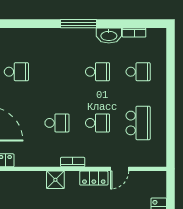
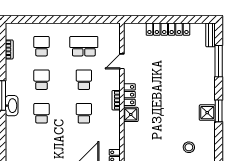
washbasin: (109, 35) -> (12, 106), moved
school desk: (16, 72) -> (42, 113), moved
door: (120, 169) -> (122, 61), swing flipped
locker: (94, 178) -> (129, 95), moved

